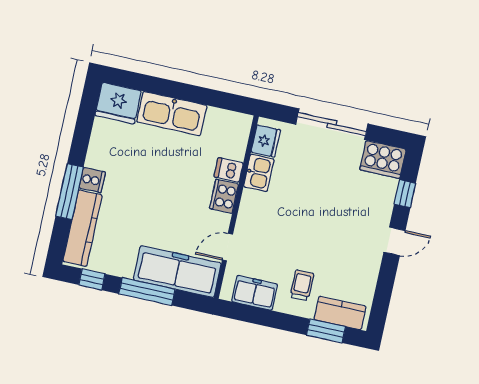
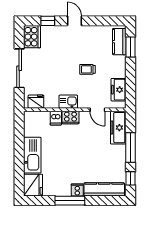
kitchen sink: (259, 173) -> (68, 102), moved
window: (70, 192) -> (70, 201), moved
freezer: (177, 272) -> (118, 128), width x0.73, depth x0.79
trolley: (302, 285) -> (87, 69), moved

